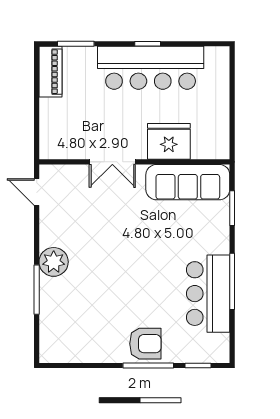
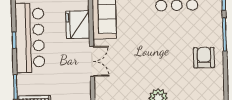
armchair: (145, 344) -> (204, 58), moved

